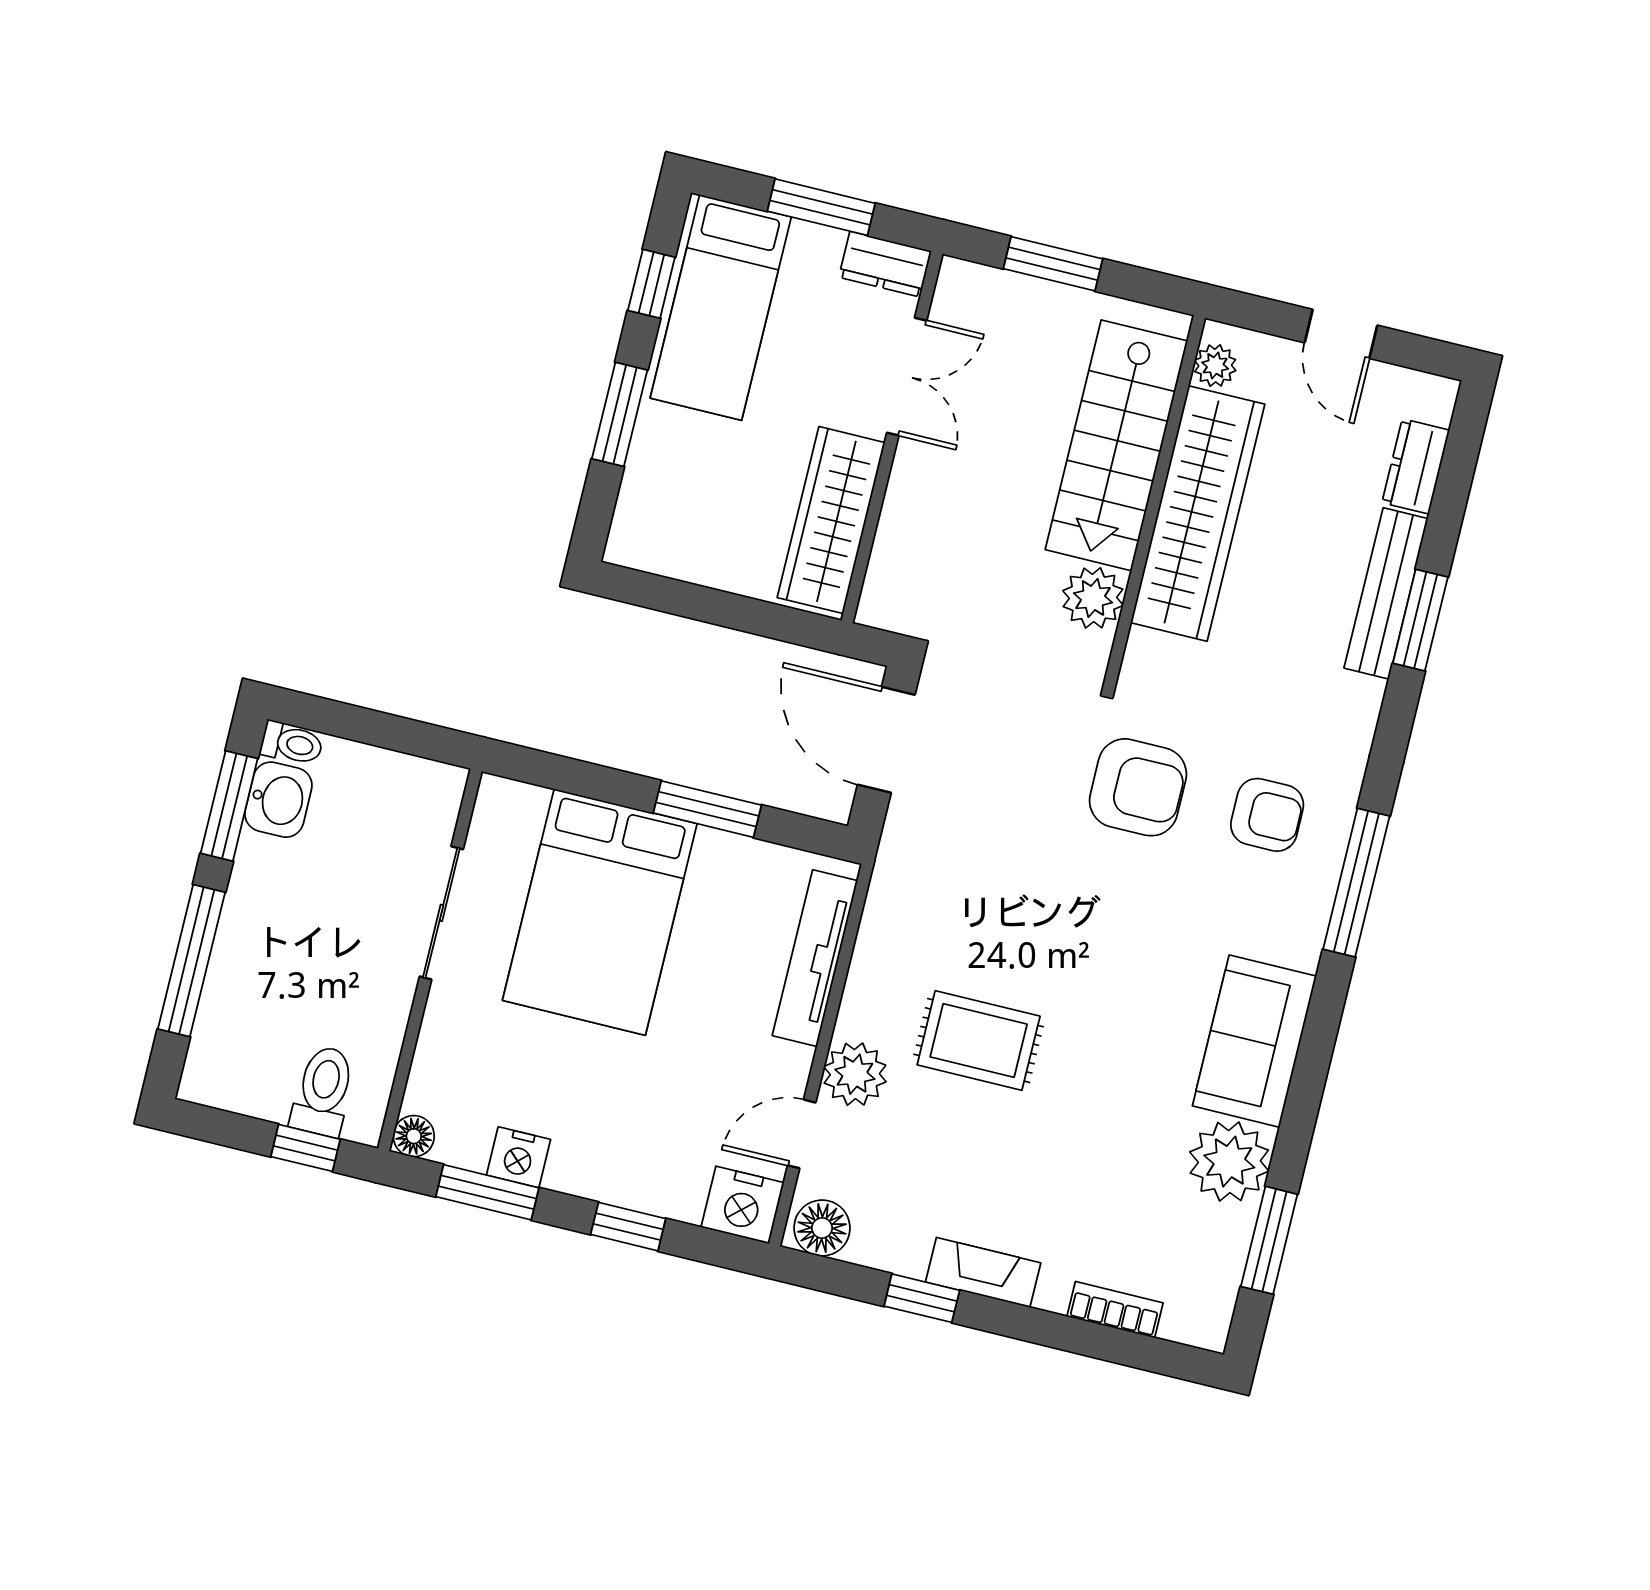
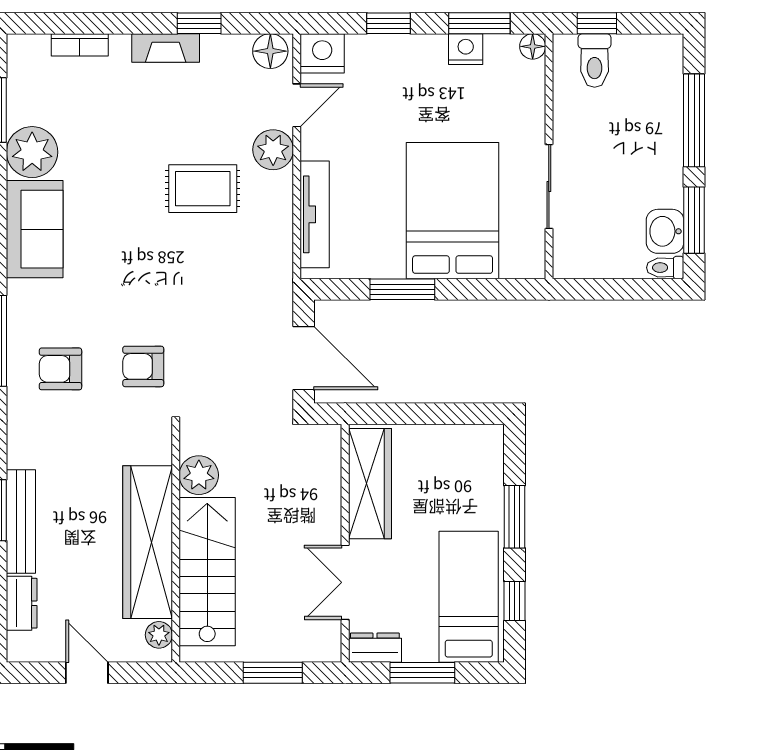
armchair: (1138, 787) -> (143, 366), width x0.72, depth x0.72

